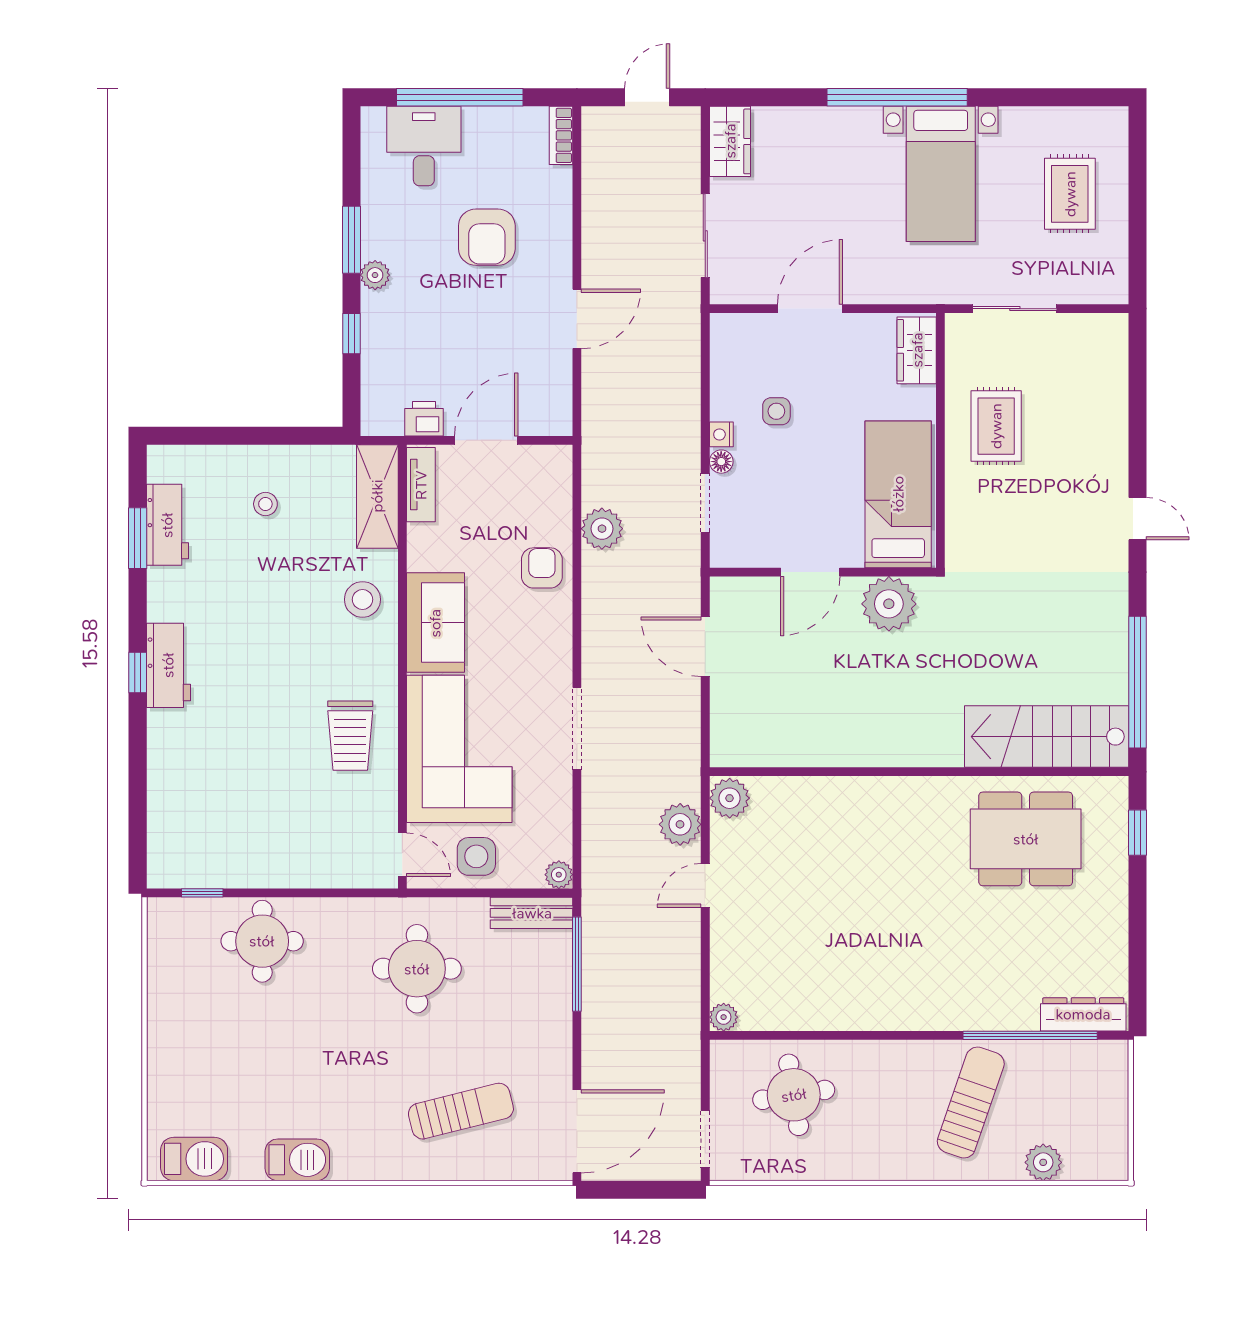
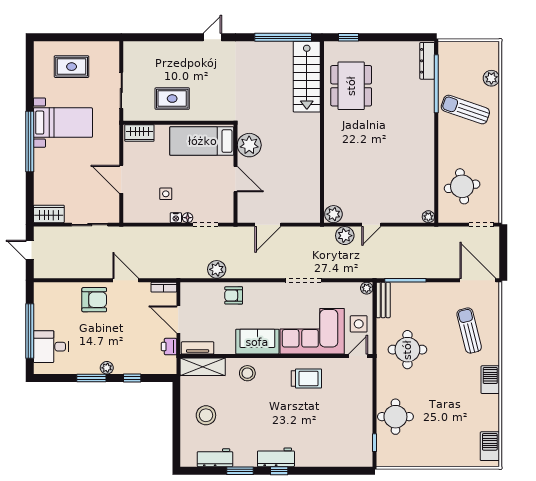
bookcase: (561, 135) -> (164, 287), moved
armchair: (487, 237) -> (94, 300), moved
stool: (265, 504) -> (206, 415), width x1.89, depth x1.89
window: (138, 538) -> (240, 471), moved
door: (705, 886) -> (371, 225), hinge flipped
barbecue: (297, 1160) -> (490, 380), moved

